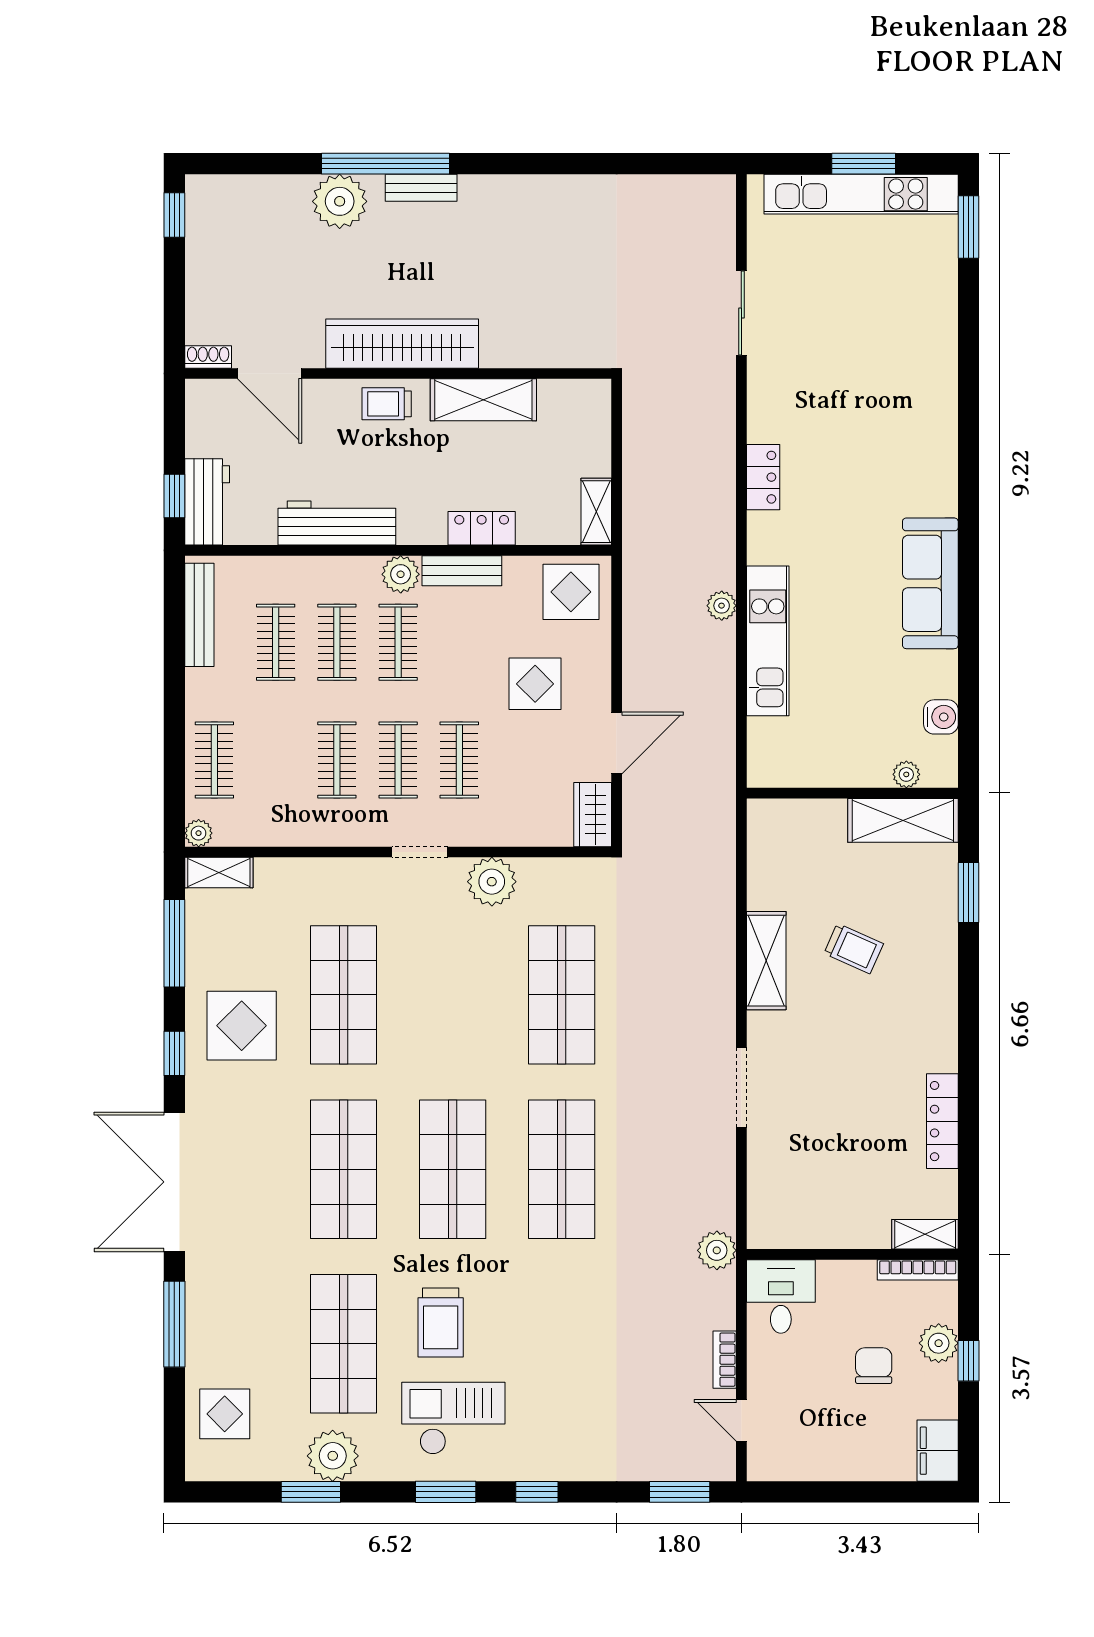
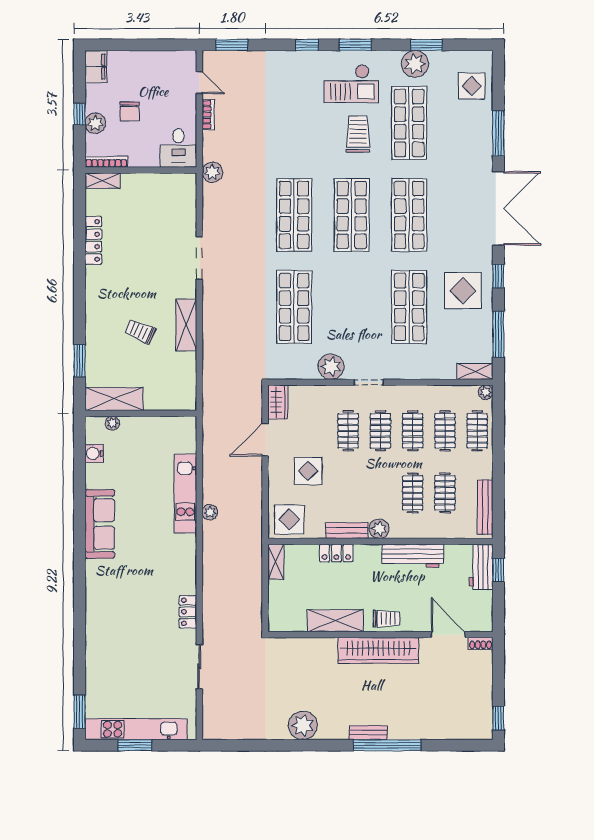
plant: (340, 201) -> (303, 725), moved
locker: (763, 477) -> (188, 612), moved
clothes rail: (398, 642) -> (445, 431), moved

